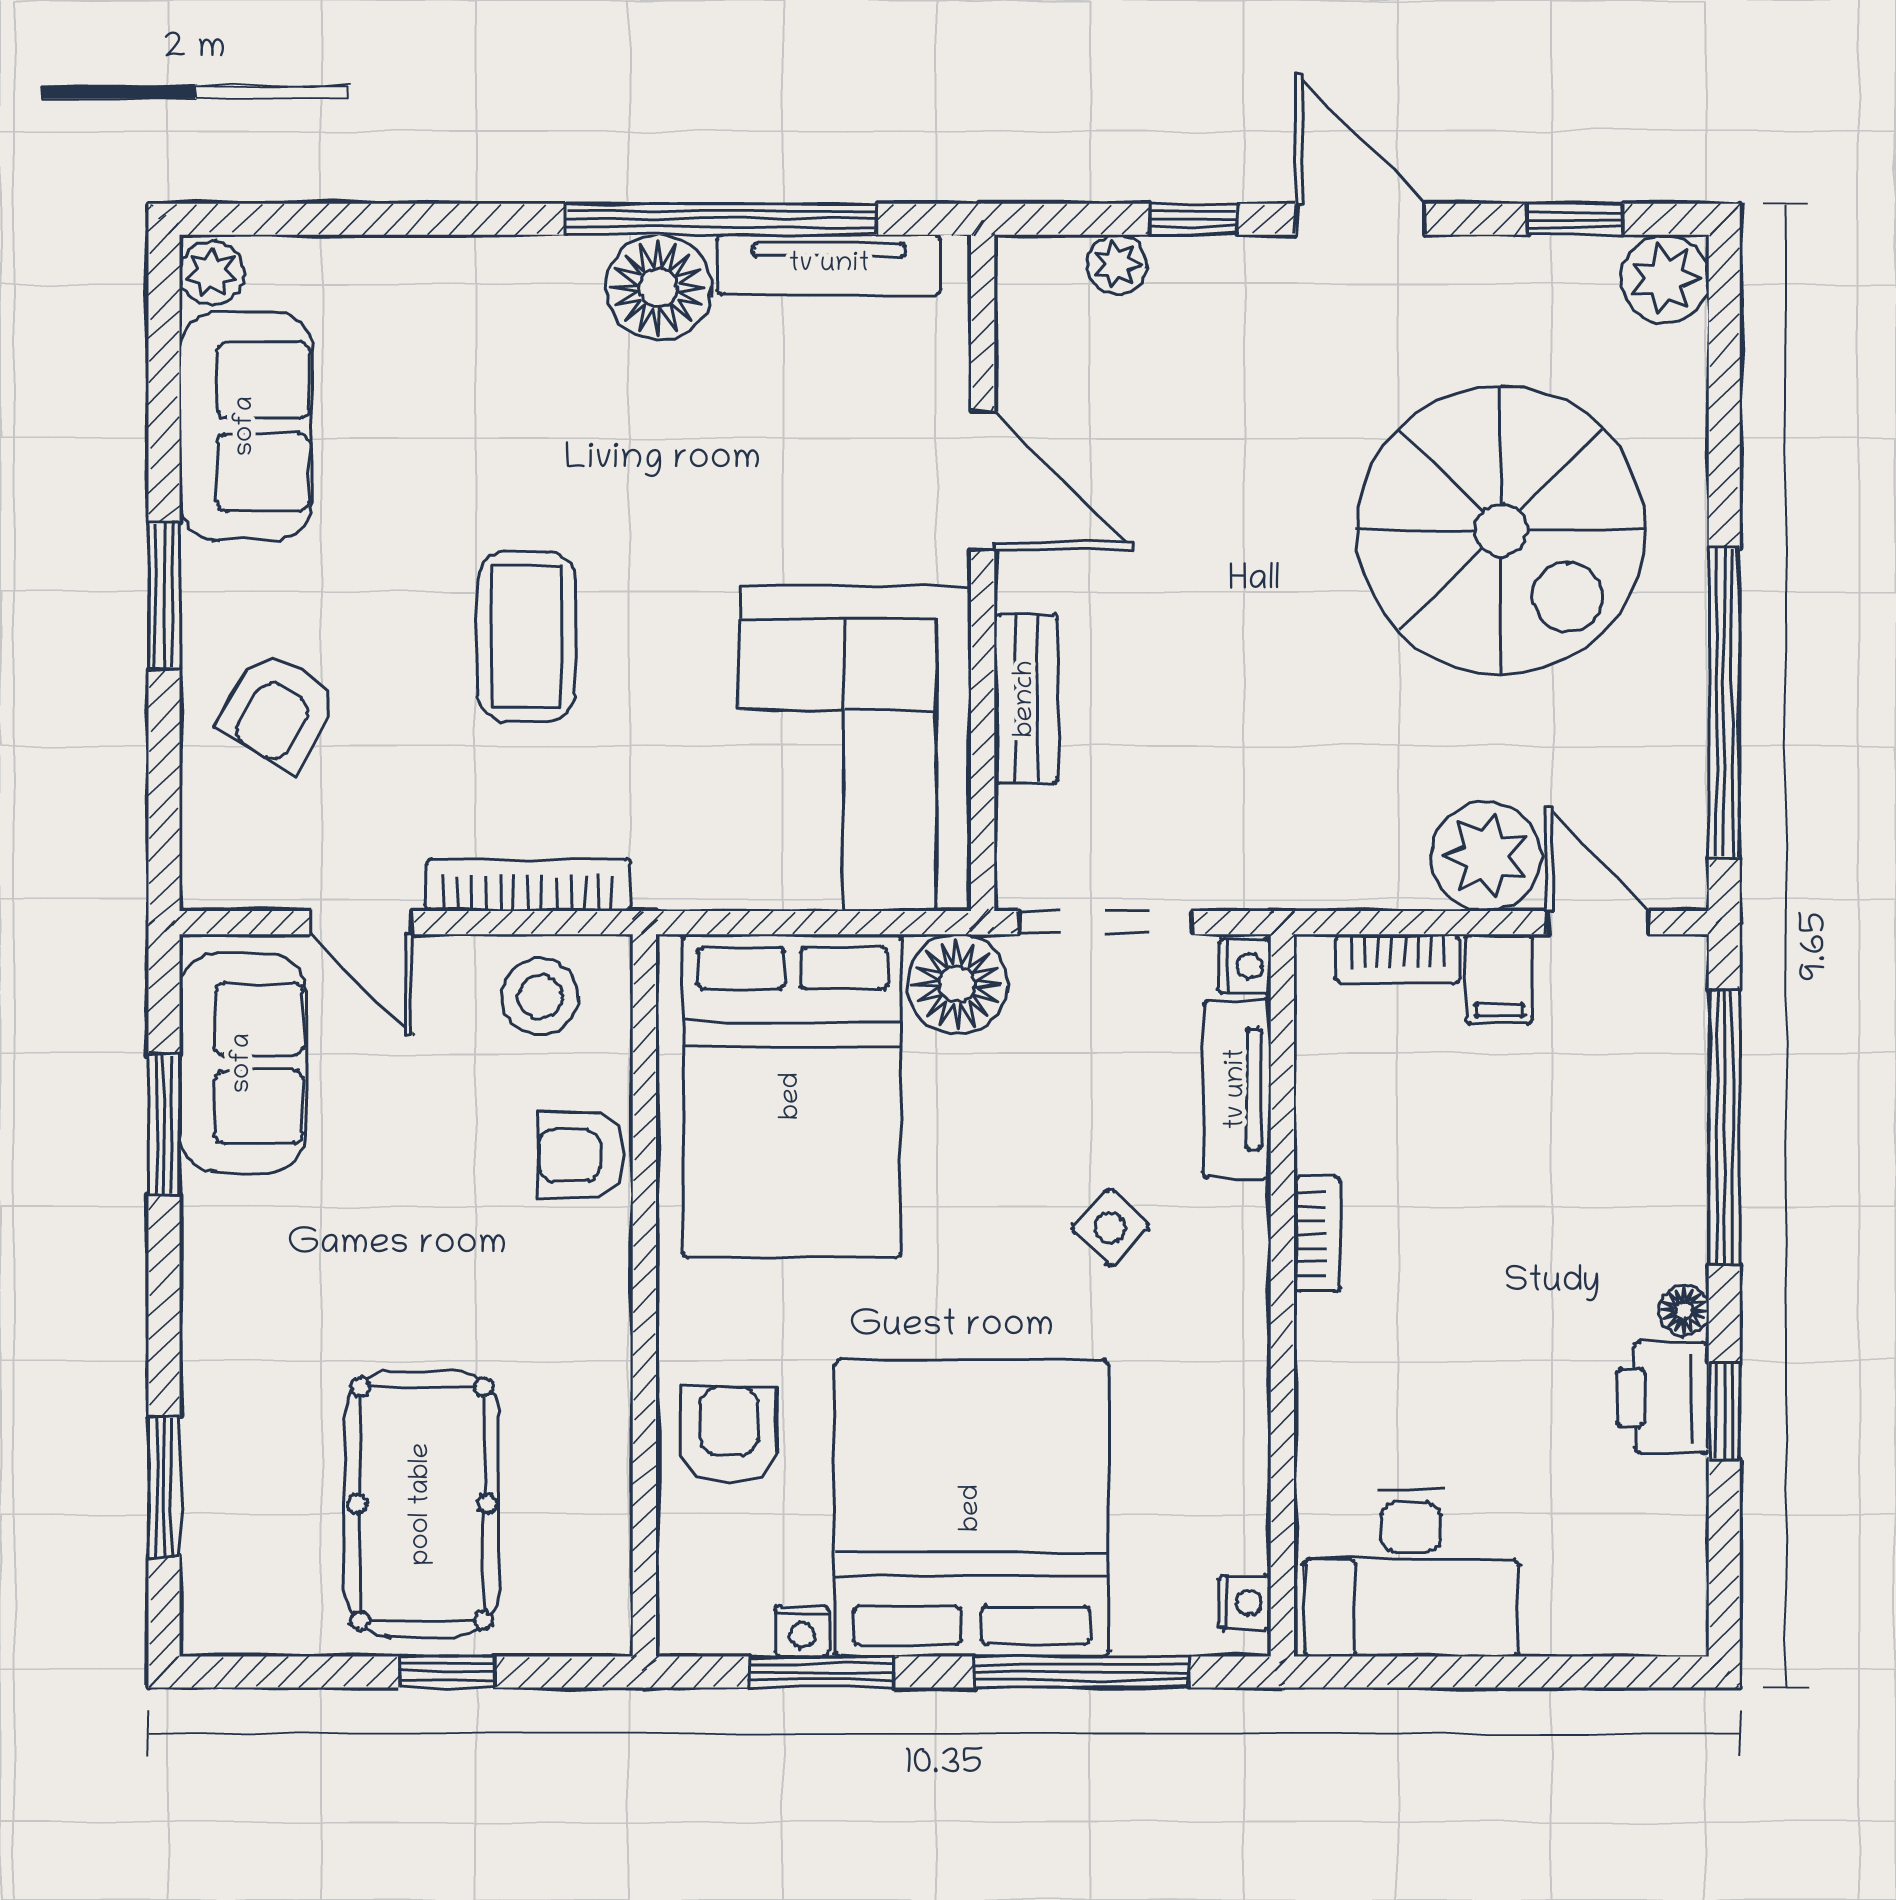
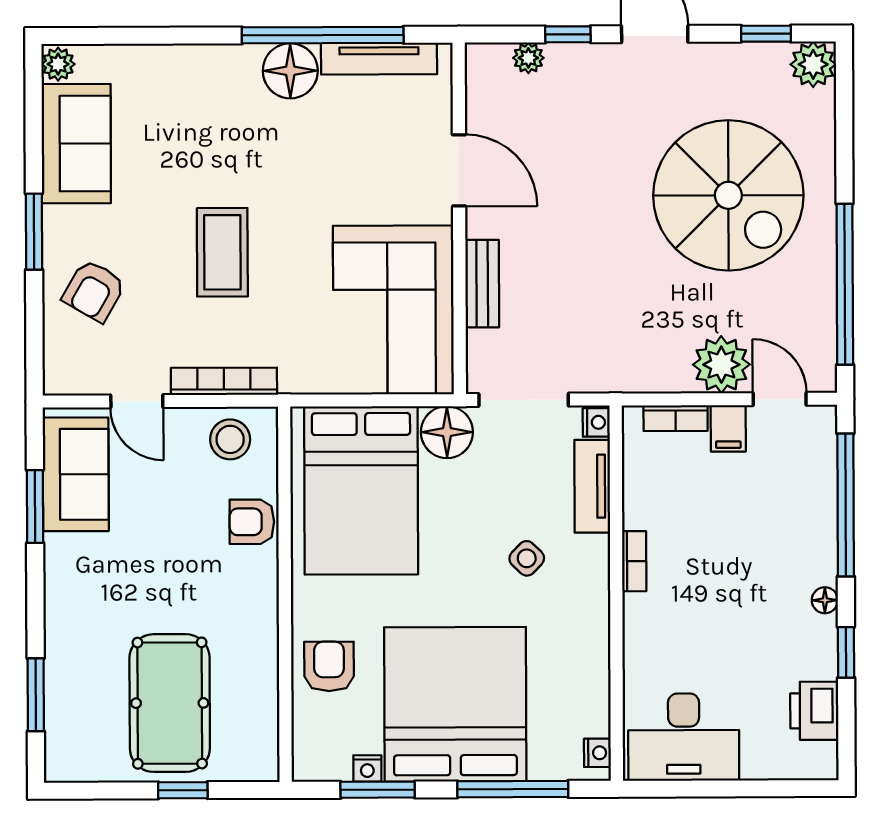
printer: (1663, 1397) -> (814, 711), moved

